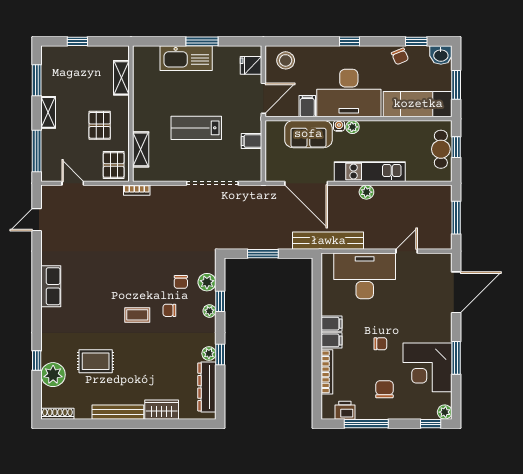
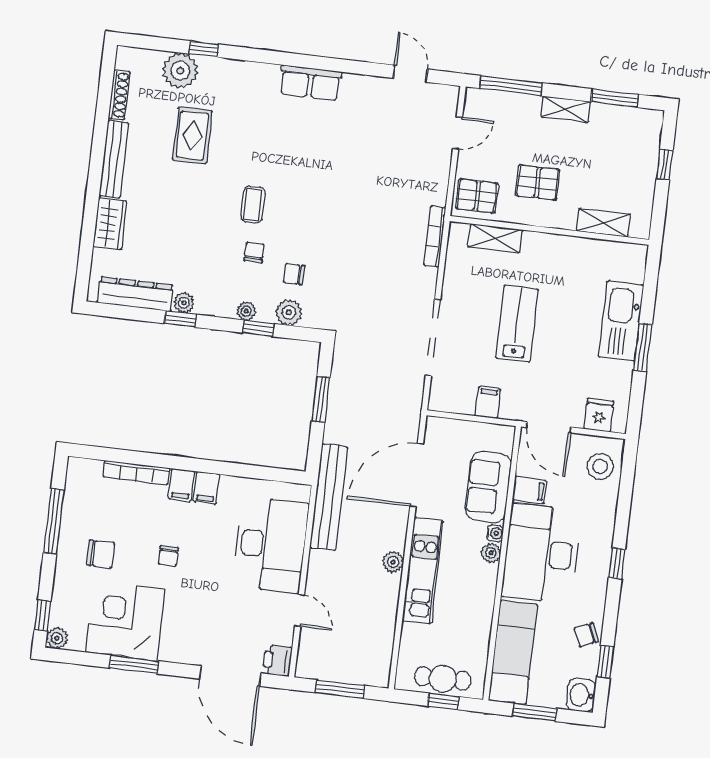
bookcase: (137, 190) -> (435, 236), width x1.56
printer: (345, 410) -> (278, 661), moved, turned 180
shoe rack: (57, 414) -> (119, 95), moved

